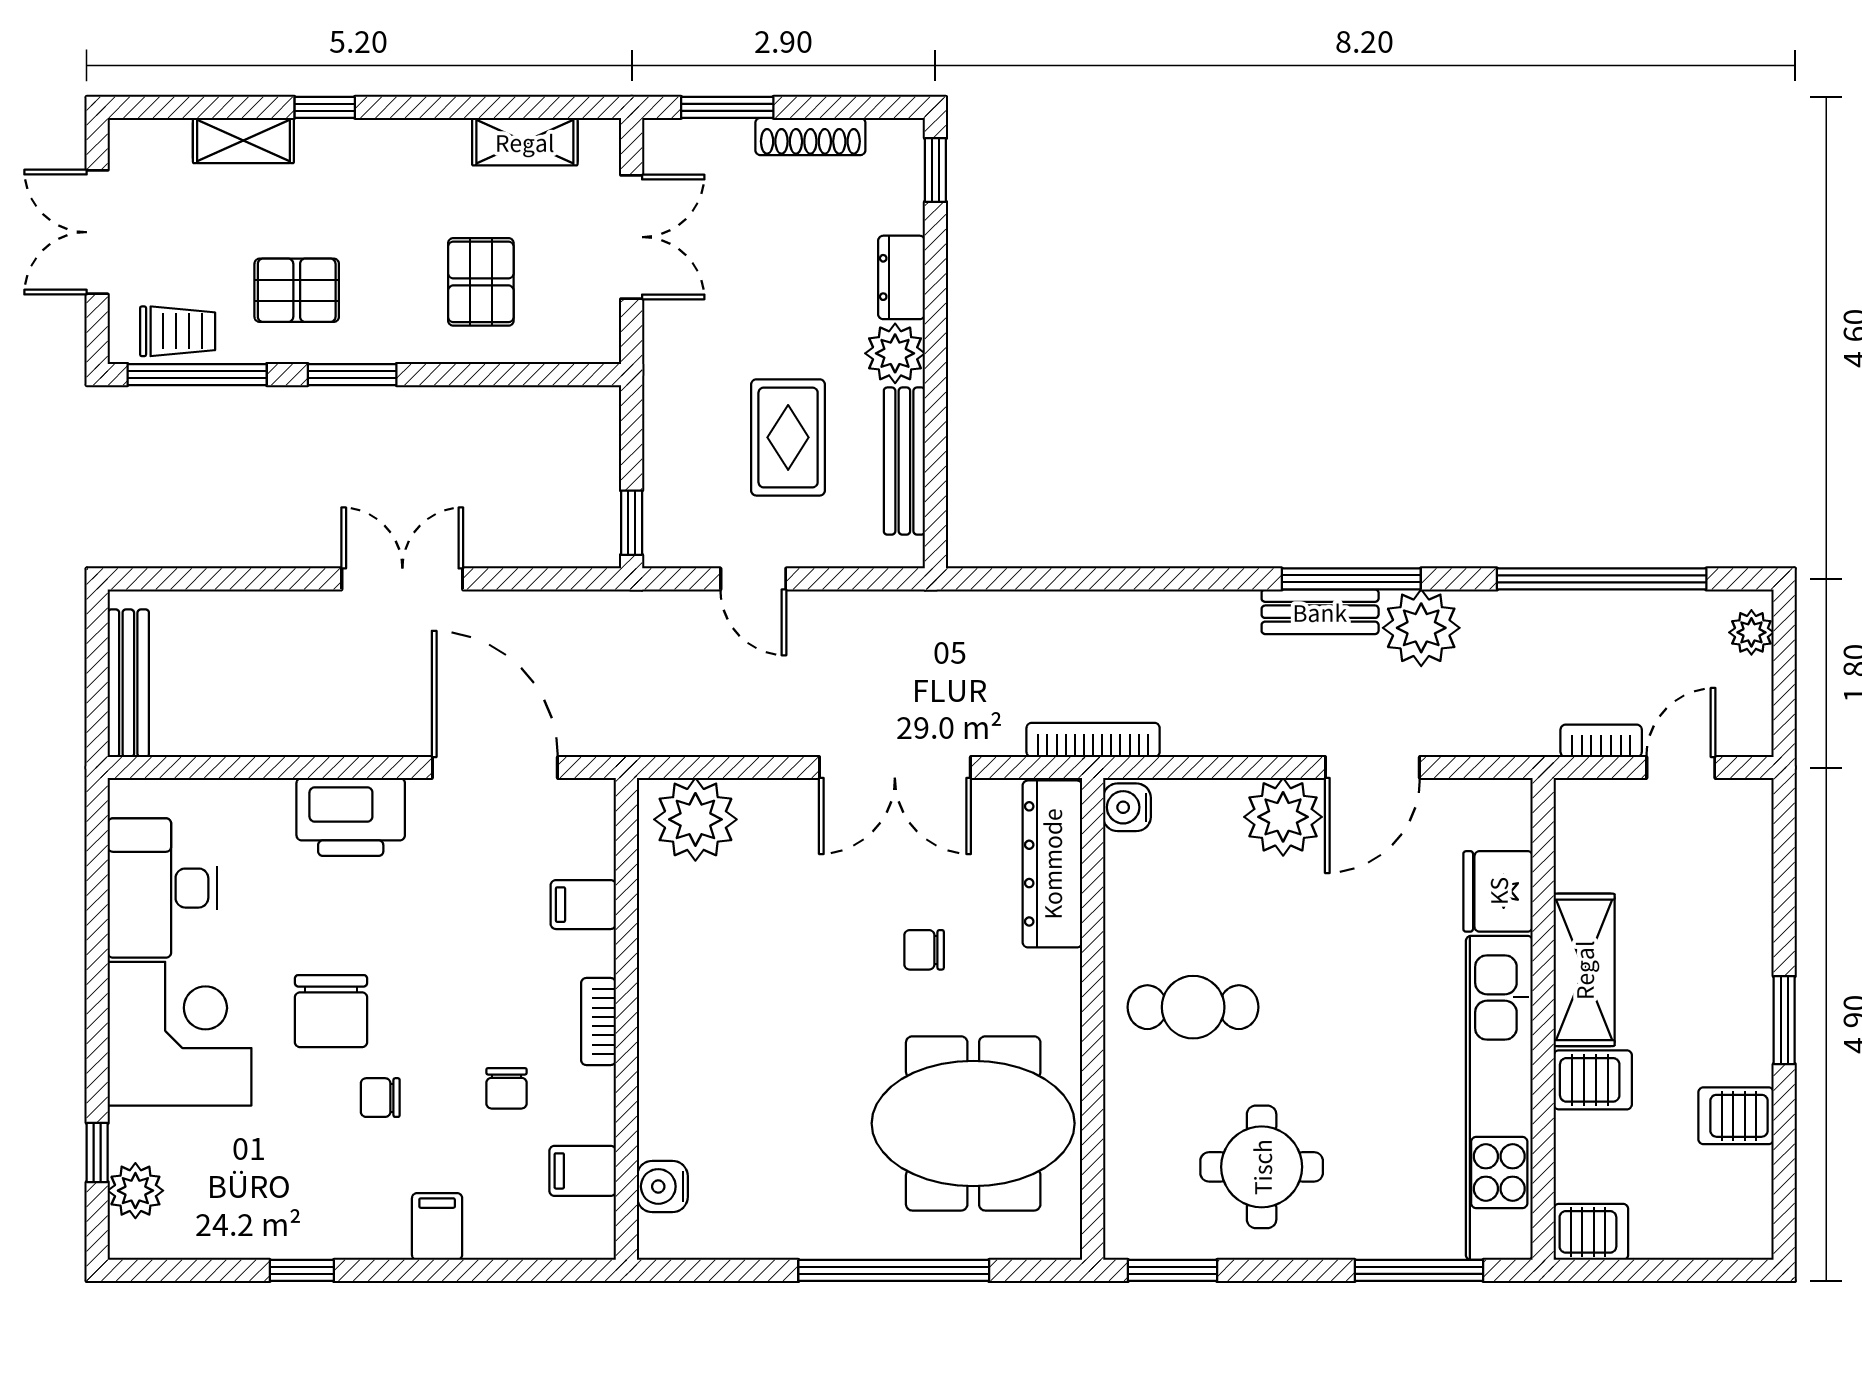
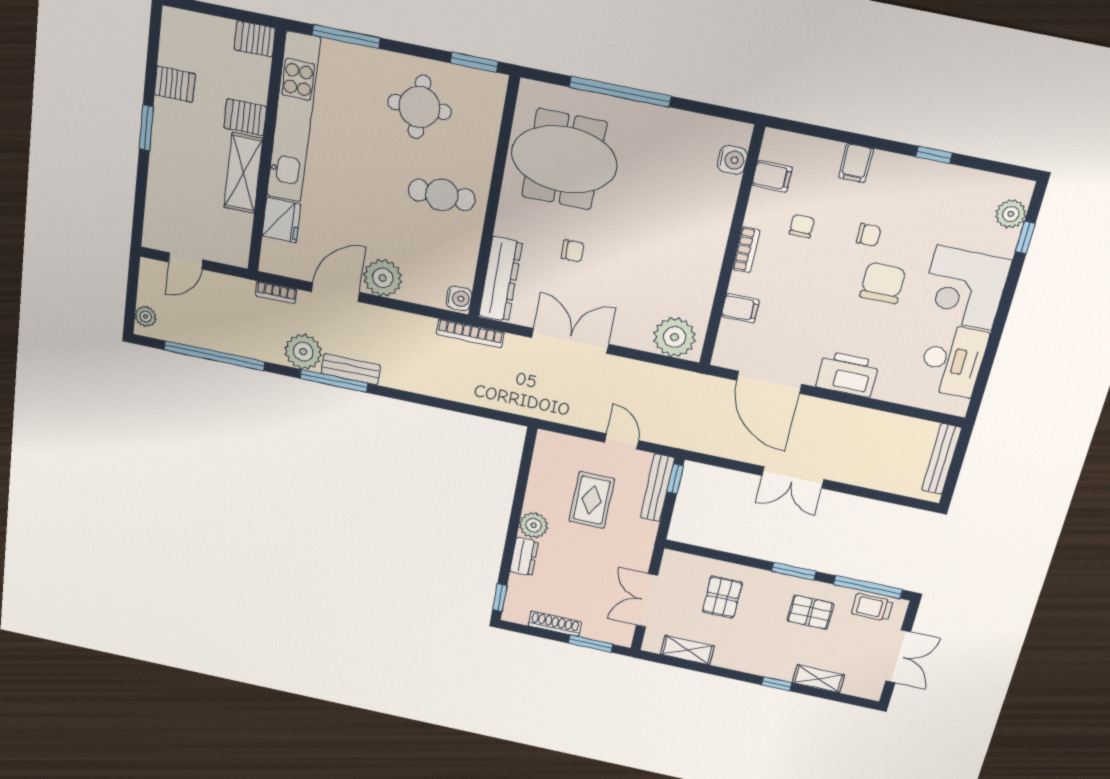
bench: (904, 461) -> (657, 488), moved
bookcase: (1601, 741) -> (276, 293), moved

